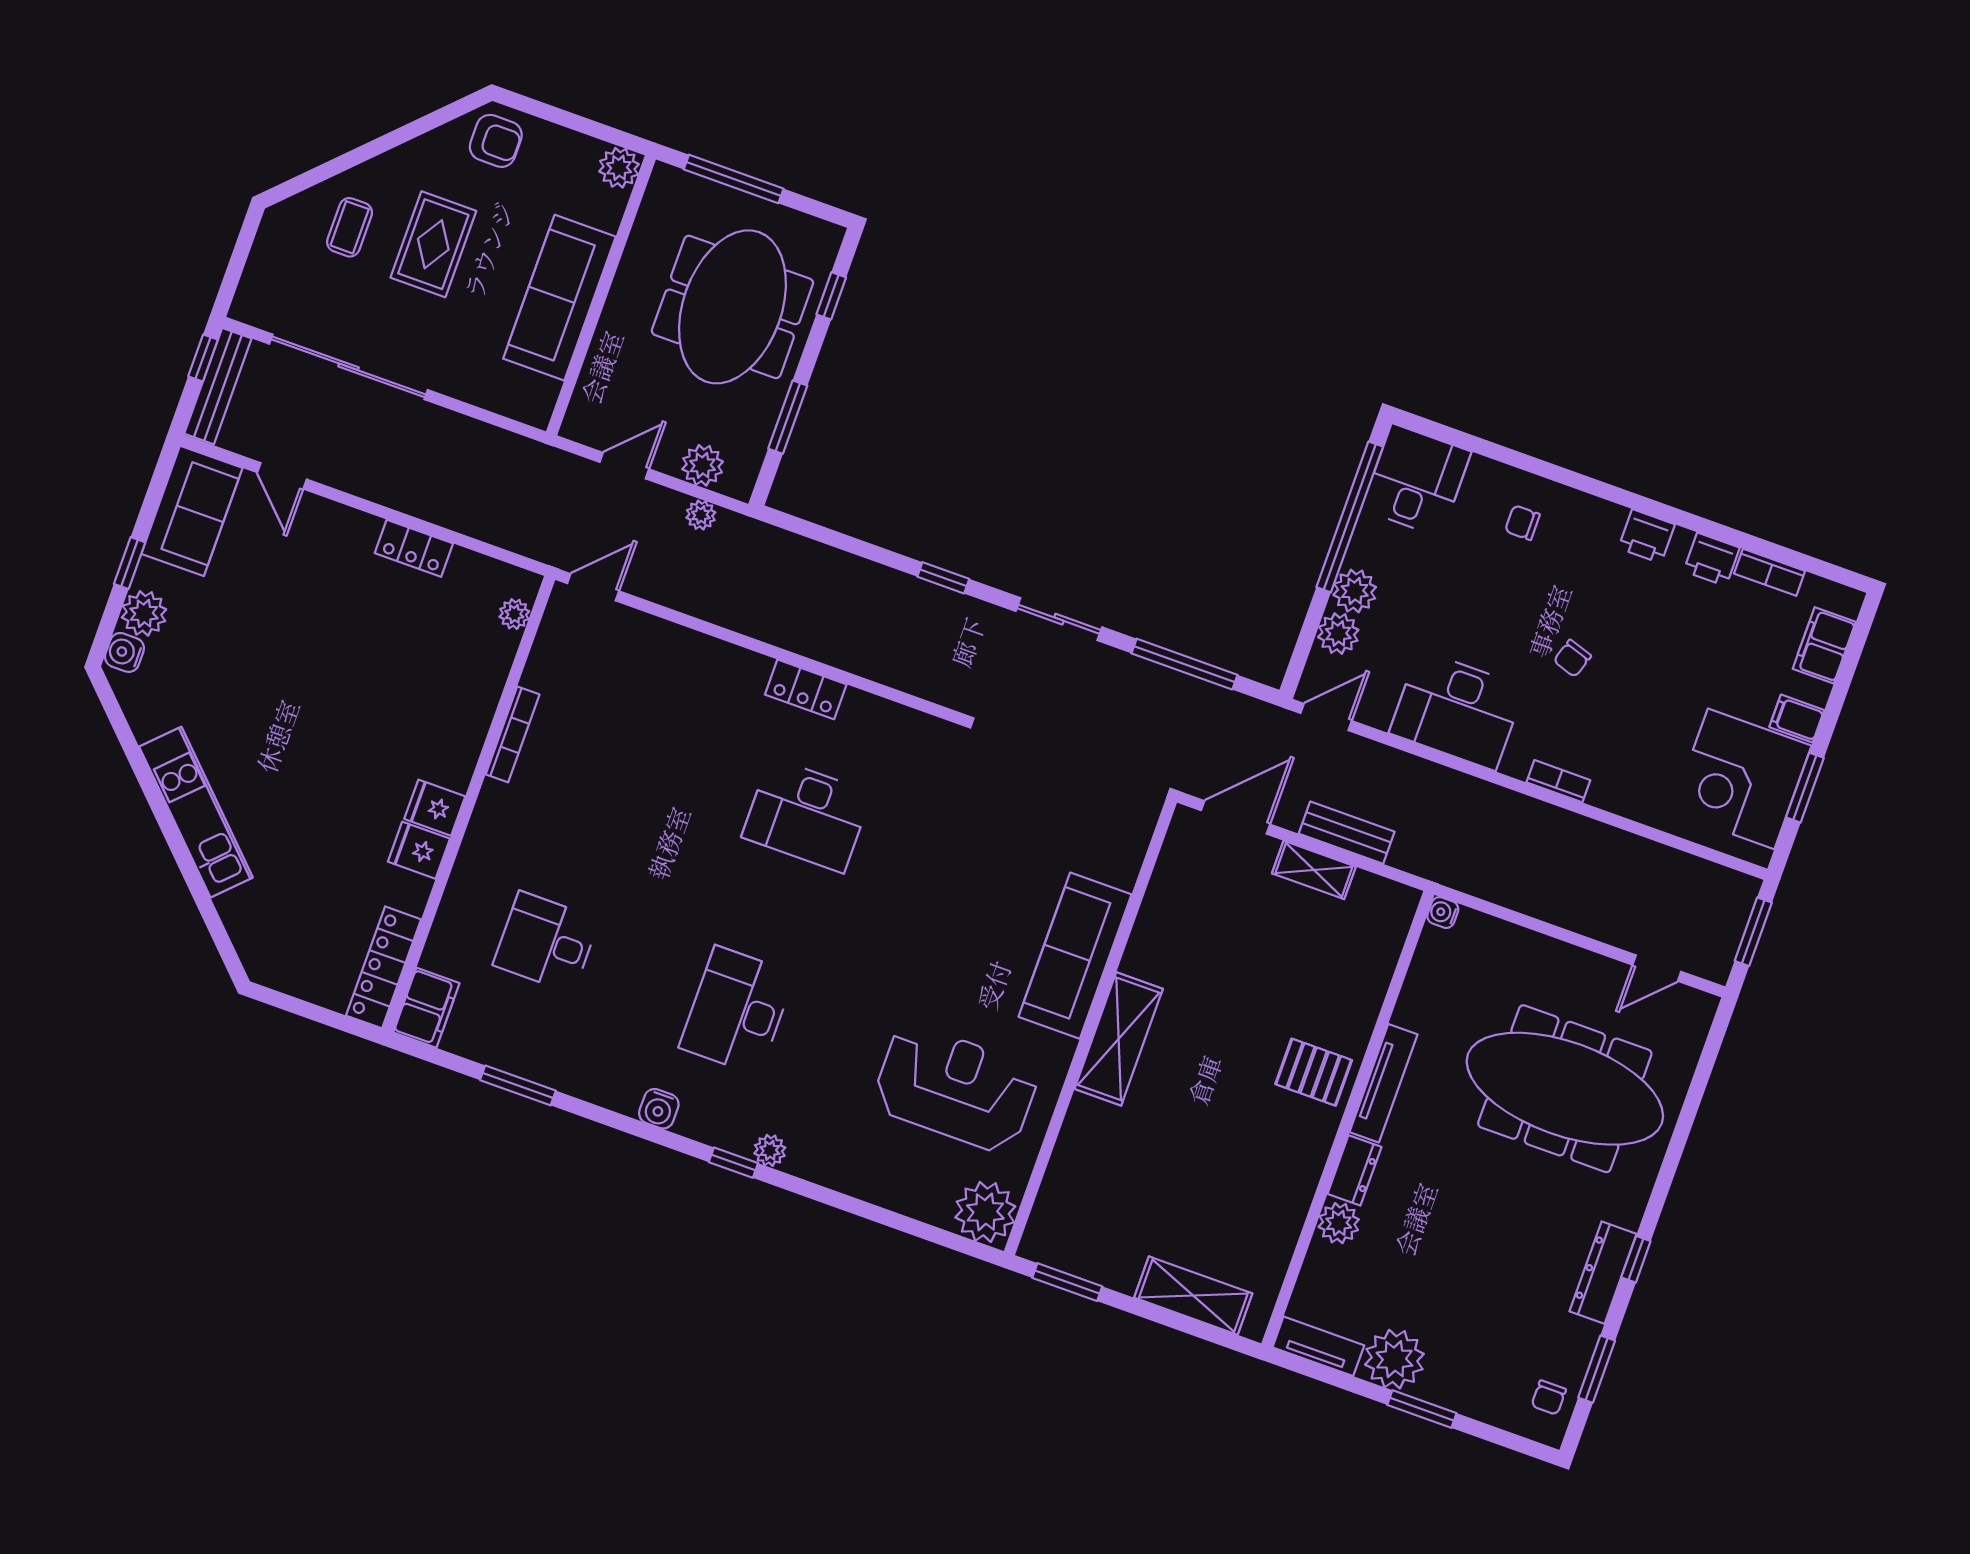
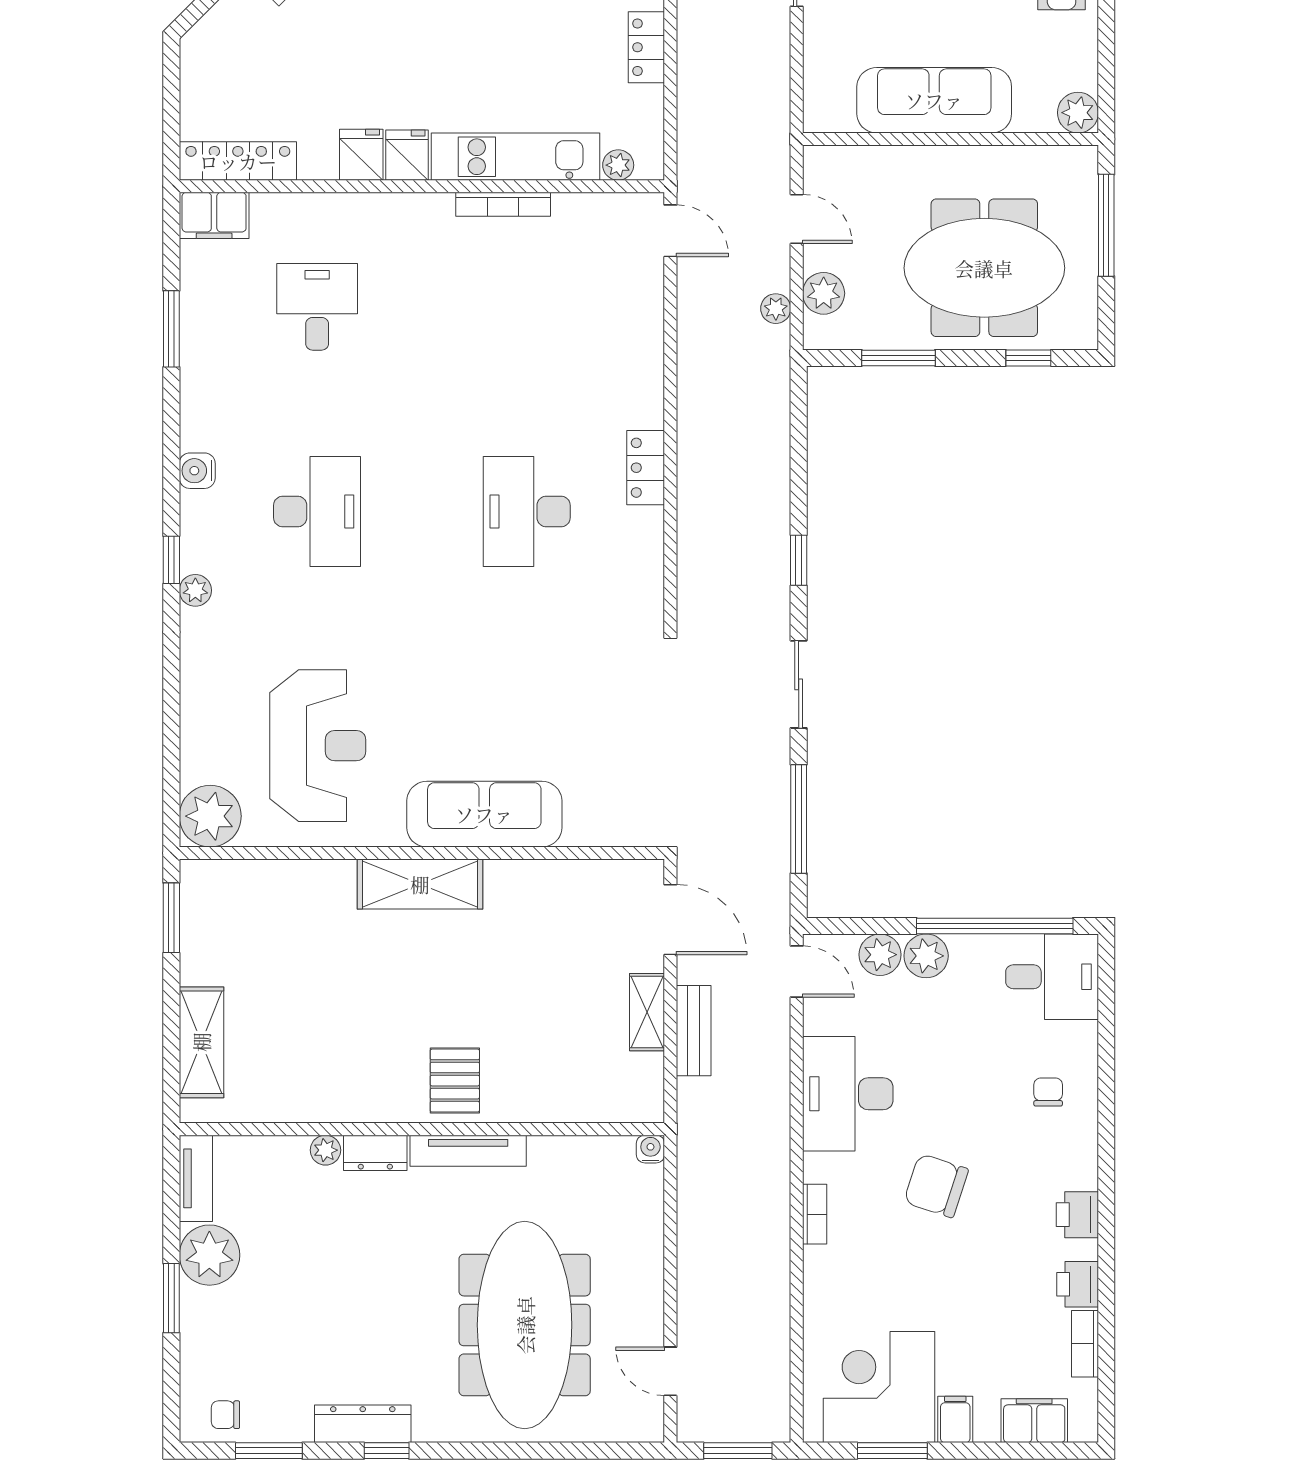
chair: (1572, 658) -> (936, 1186), width x1.87, depth x1.87
kitchen unit: (472, 707) -> (515, 157), added
desk: (737, 1011) -> (317, 511), turned 90
plant: (1339, 1223) -> (325, 1150), width x0.73, depth x0.73

